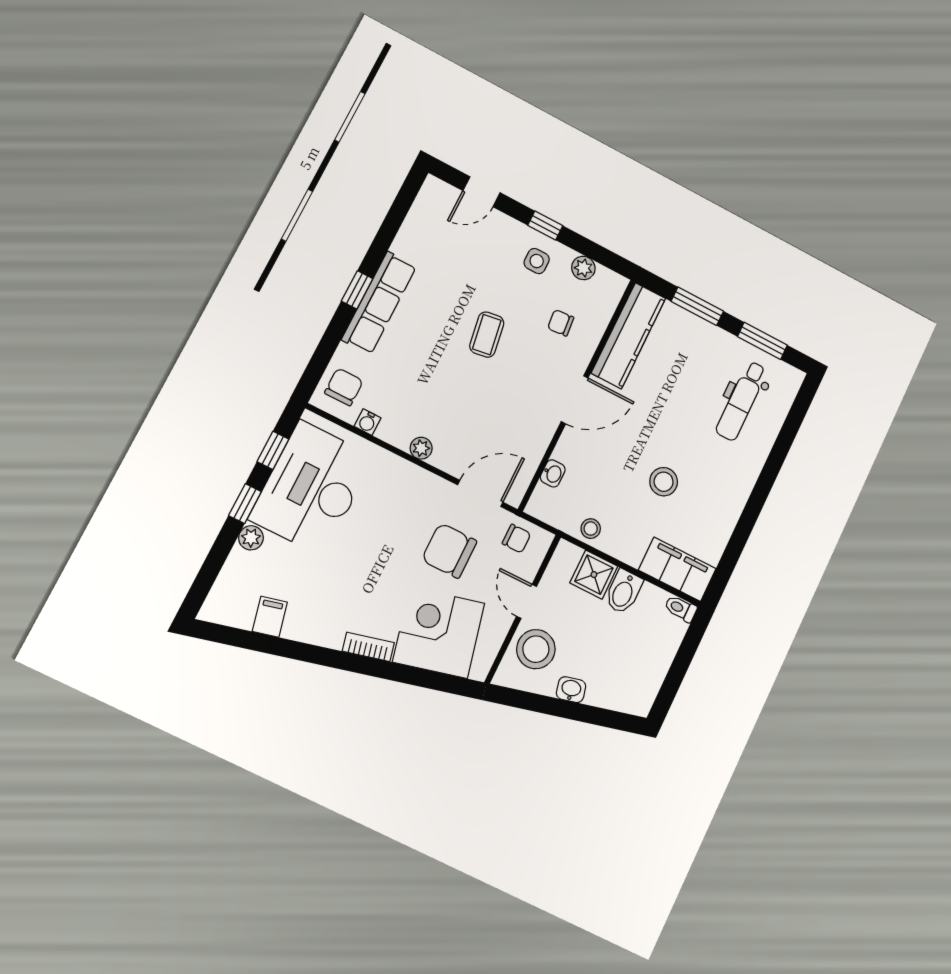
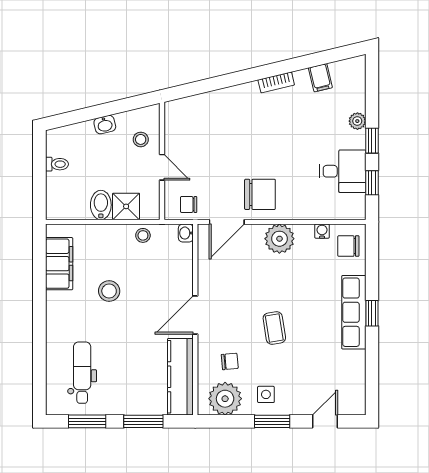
window: (545, 226) -> (272, 421), width x1.50
plant: (583, 268) -> (225, 399), width x1.87, depth x1.87
chair: (344, 387) -> (348, 246), turned 90
plant: (421, 448) -> (279, 239), width x1.88, depth x1.88
washbasin: (553, 473) -> (186, 233), moved
desk: (312, 488) -> (343, 171), width x0.53, depth x0.77
chair: (449, 551) -> (260, 194), moved
filing cabinet: (677, 569) -> (59, 264), moved, turned -90
toilet: (681, 609) -> (57, 164), moved
corner desk: (439, 633) -> (209, 120), removed
bookcase: (368, 647) -> (276, 82), moved
stool: (536, 649) -> (141, 139), width x0.53, depth x0.53

